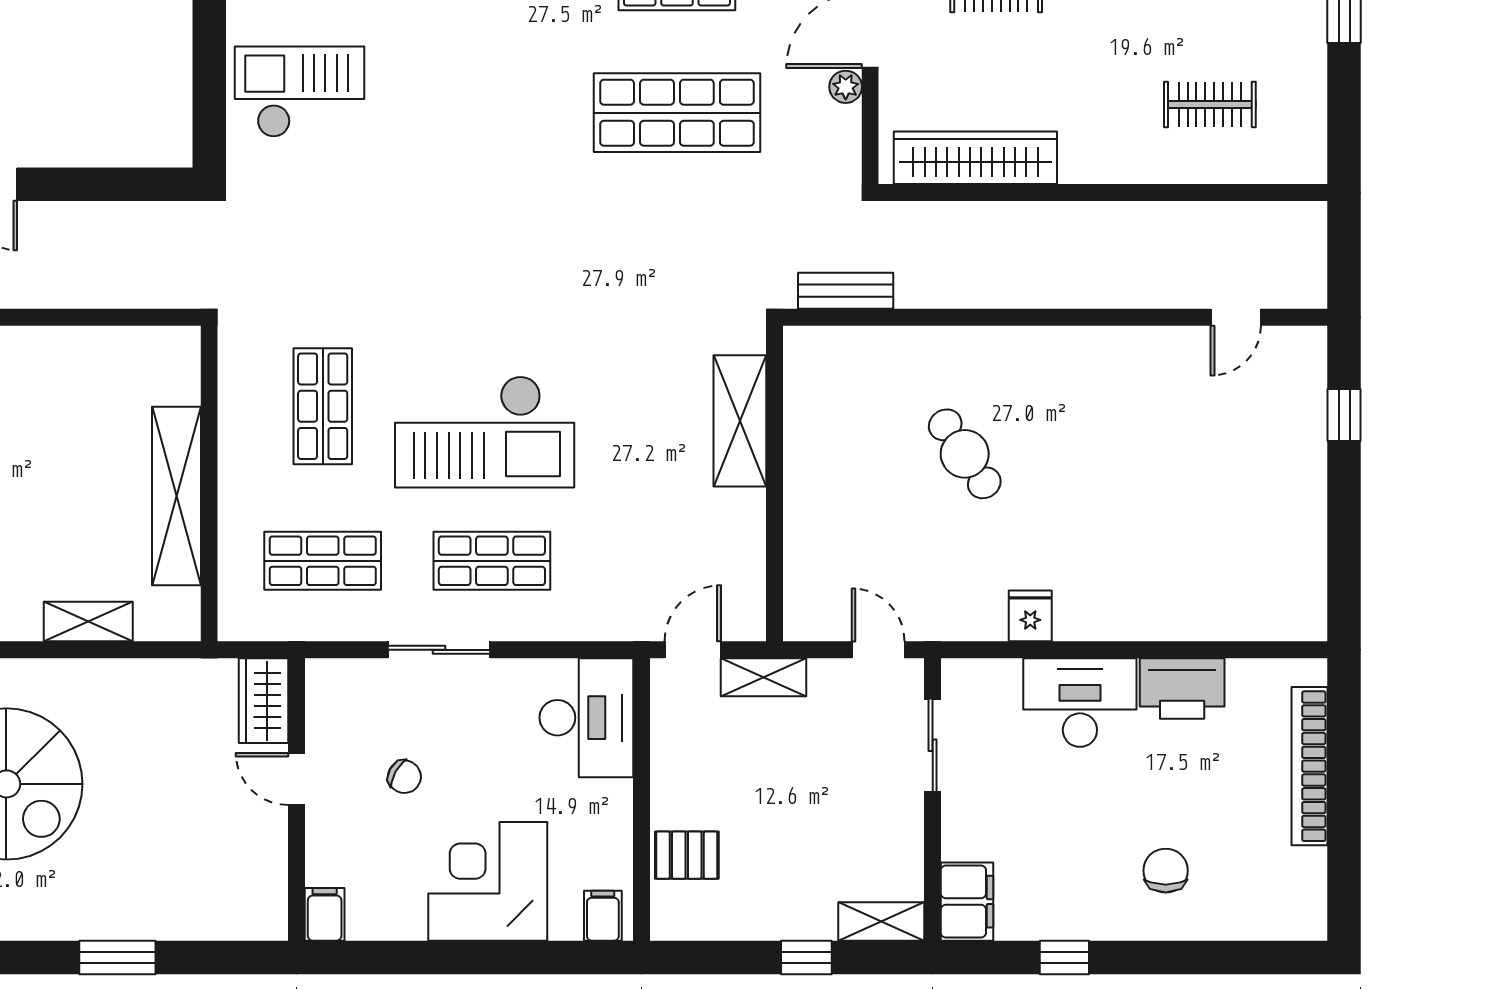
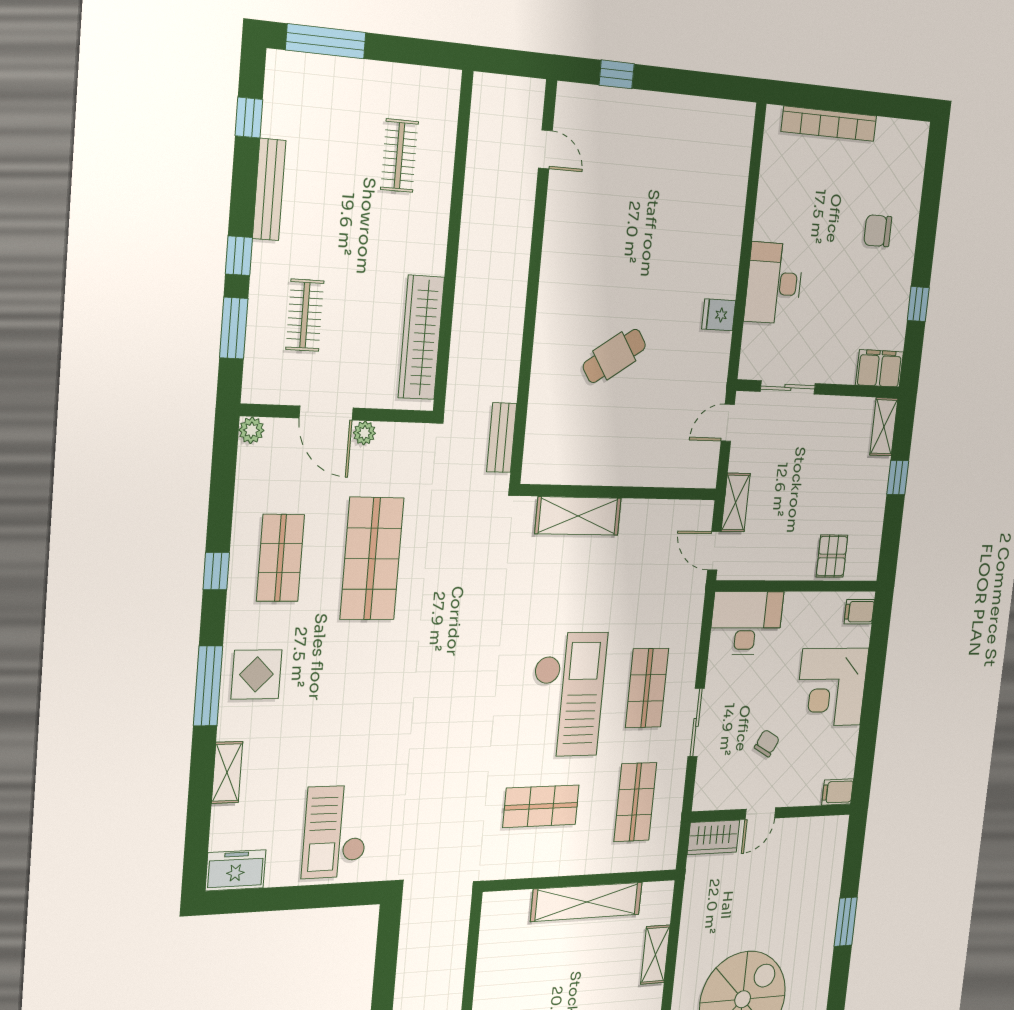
printer: (1182, 688) -> (774, 210), removed

